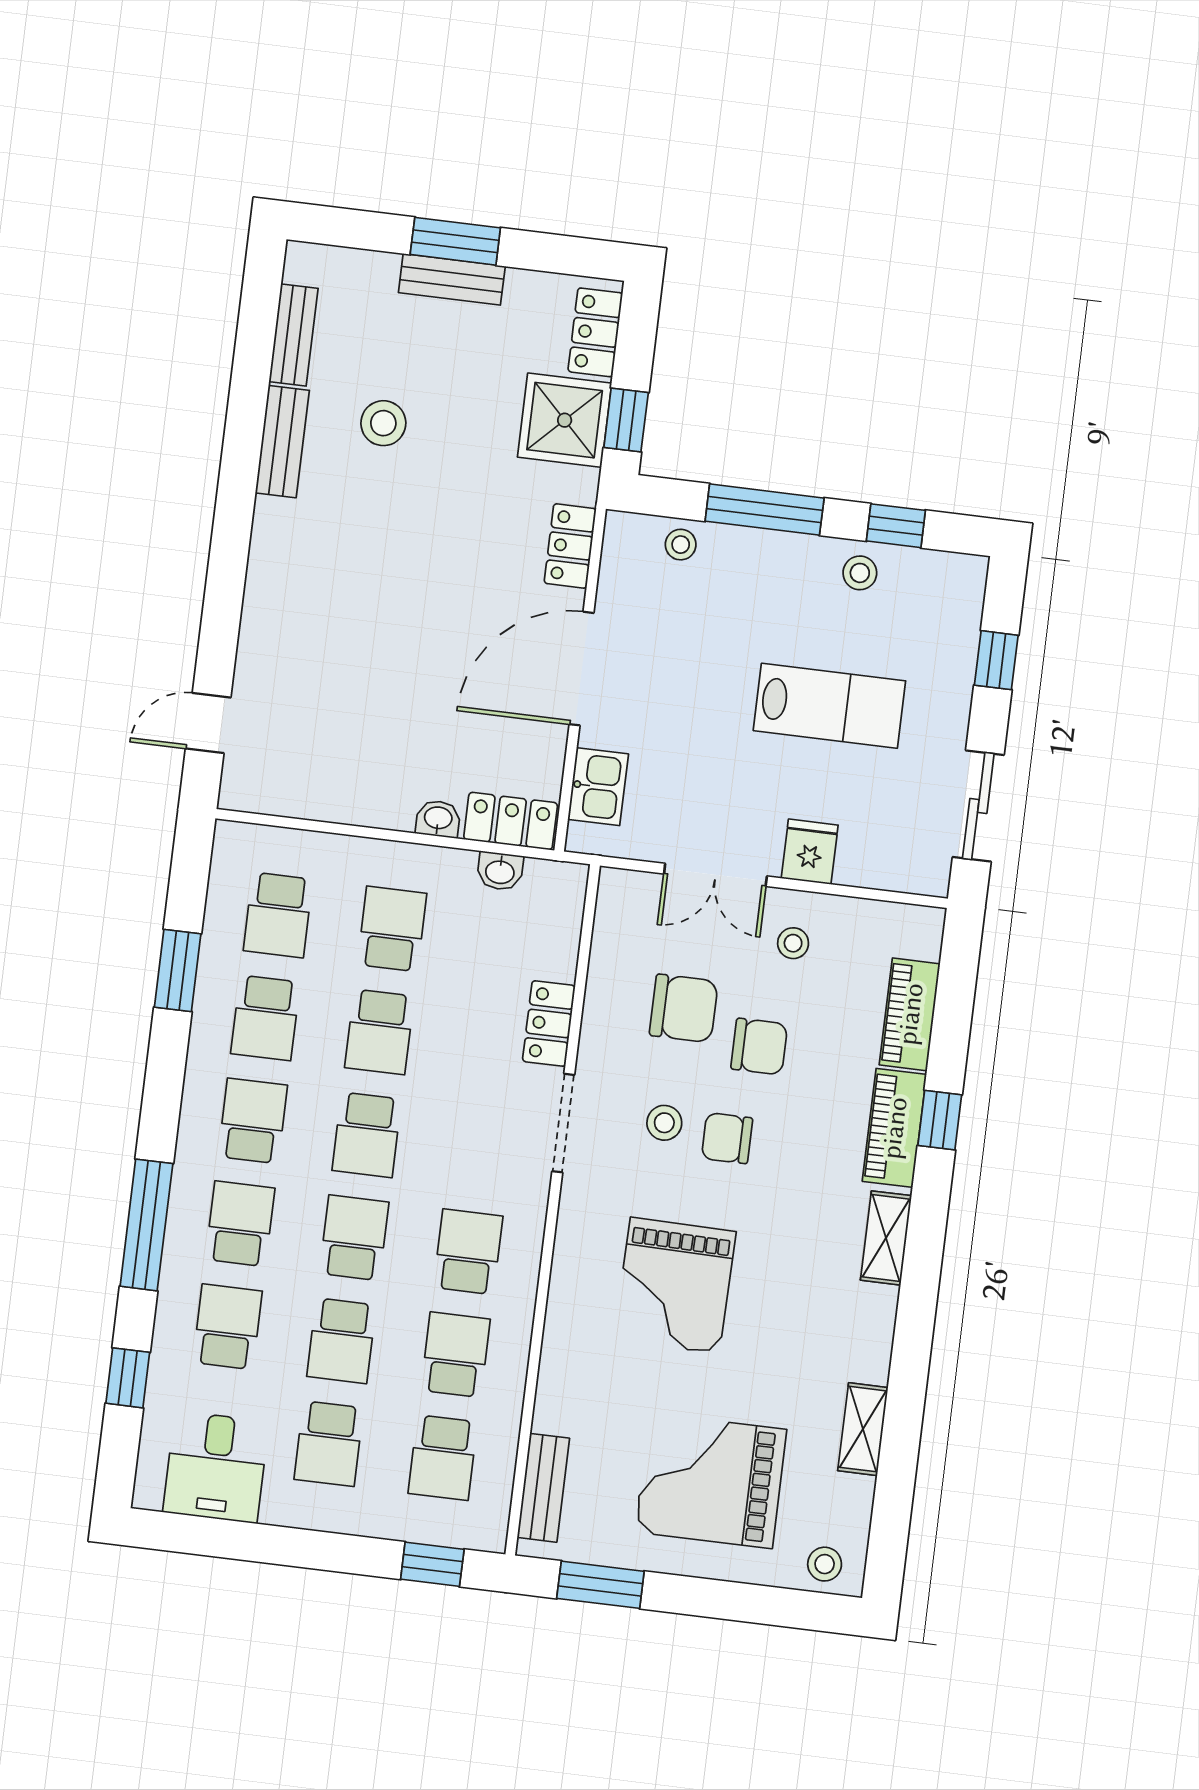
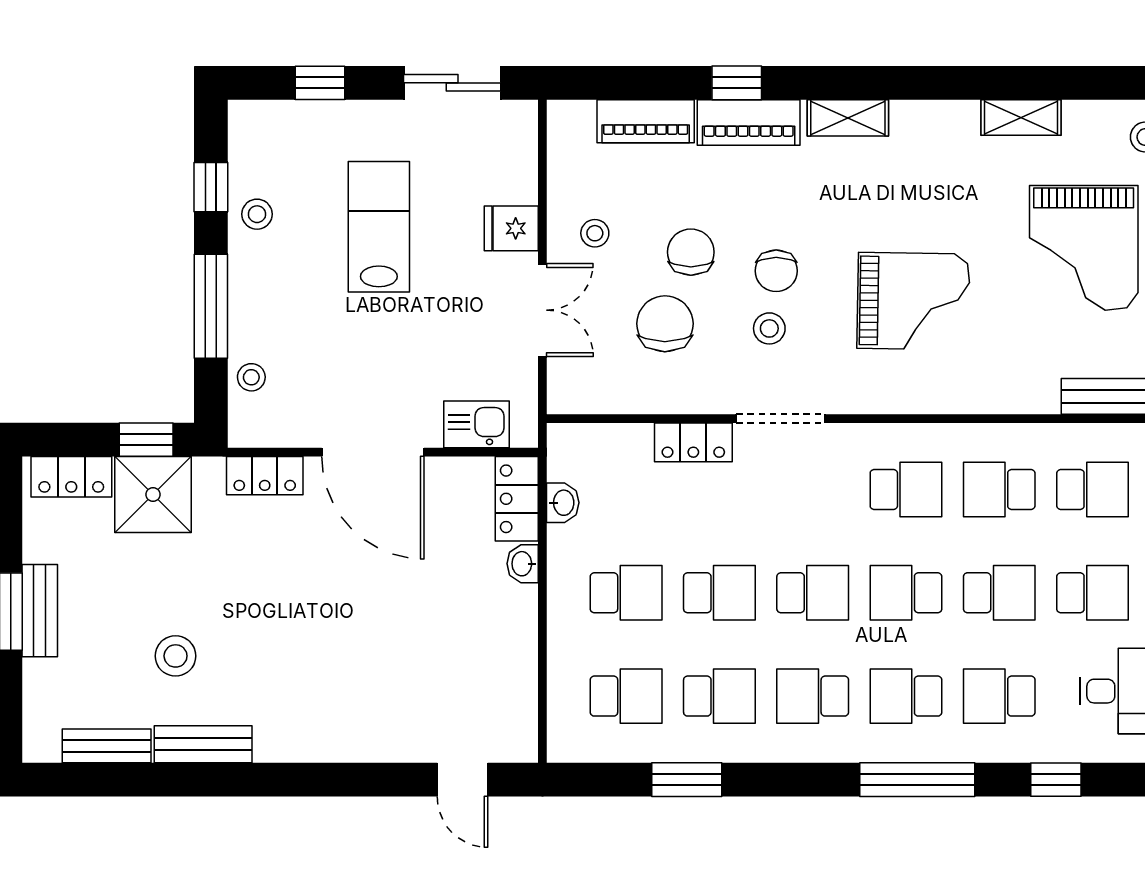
school desk: (392, 929) -> (626, 593), turned 180
school desk: (468, 1252) -> (906, 489), turned 180

